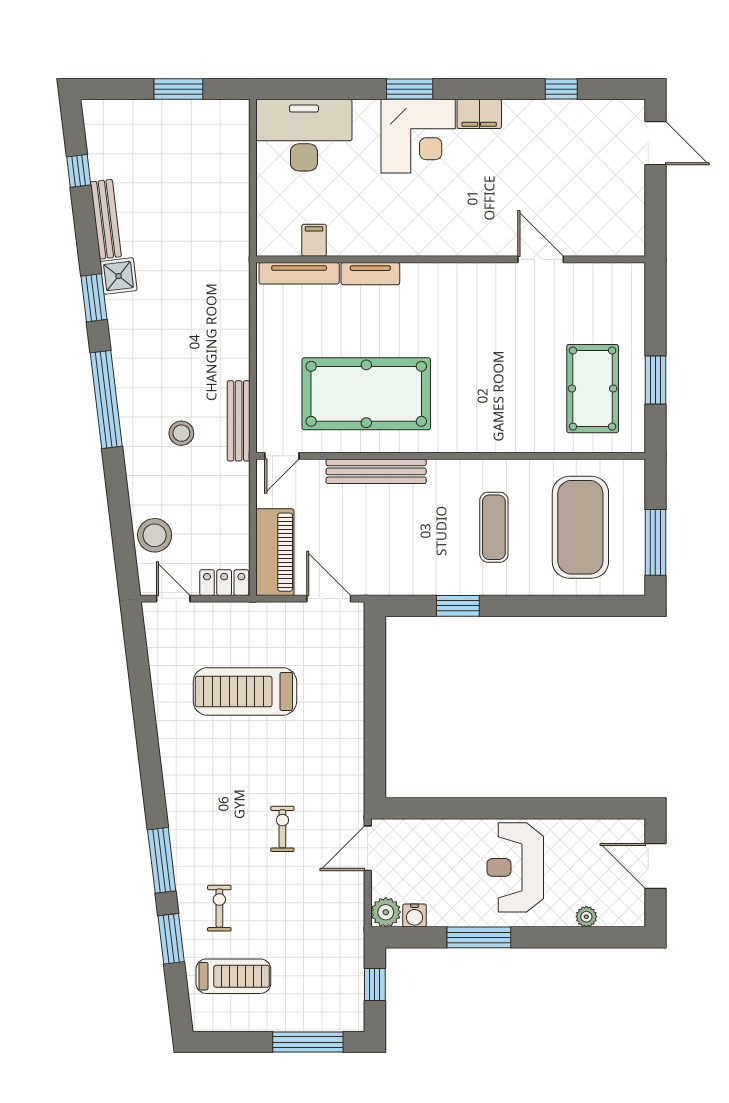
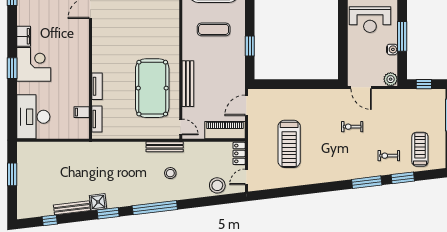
tv unit: (299, 273) -> (97, 119), width x0.71
water cooler: (414, 915) -> (392, 49), moved

